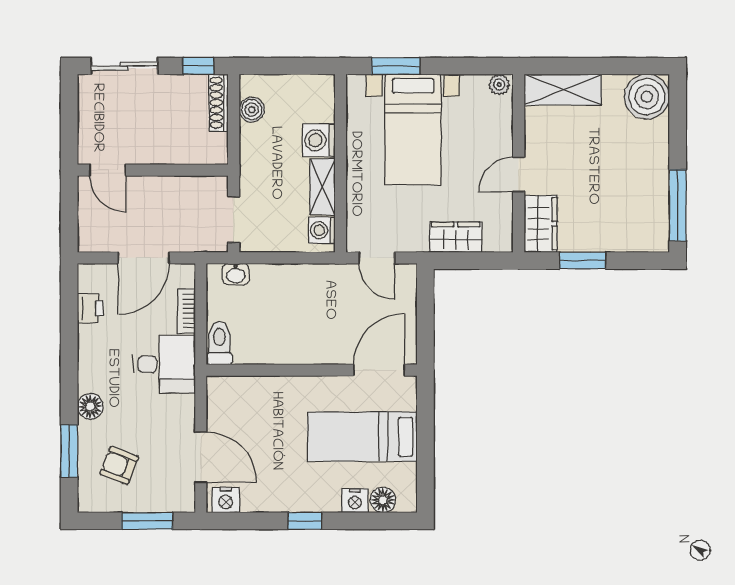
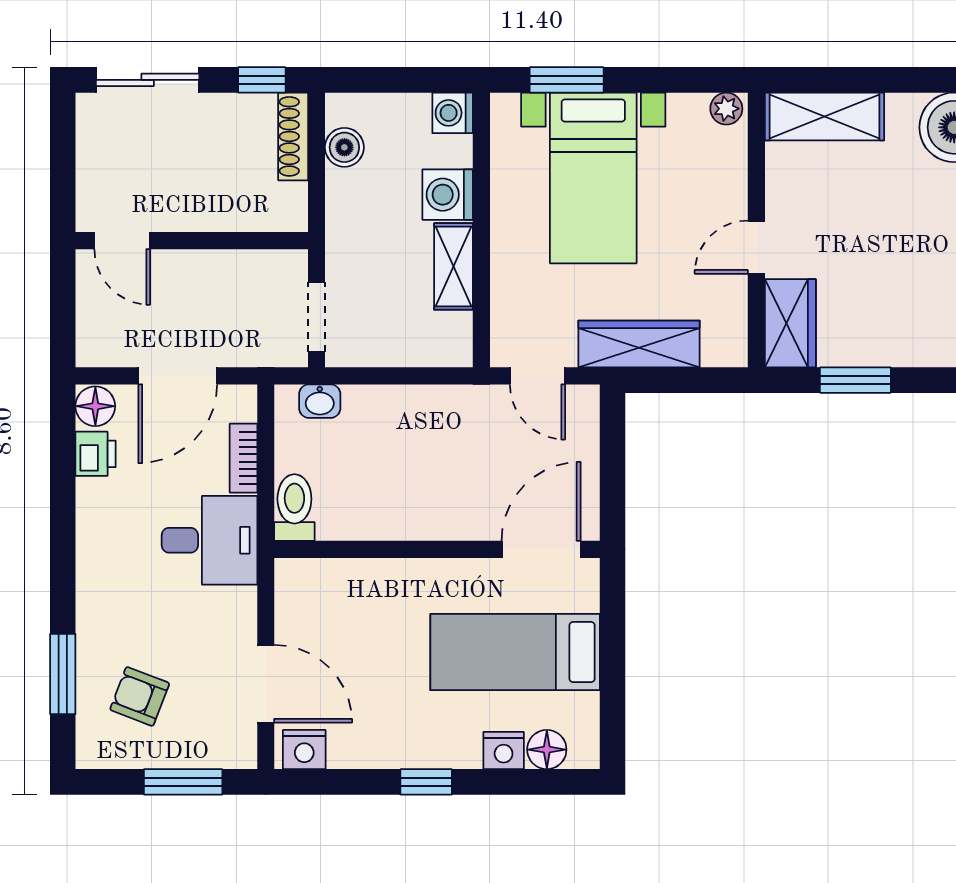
washing machine: (322, 230) -> (453, 113), moved
wardrobe: (456, 237) -> (639, 344), width x1.50
floor lamp: (90, 406) -> (95, 406), moved

